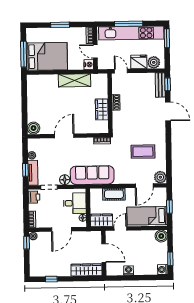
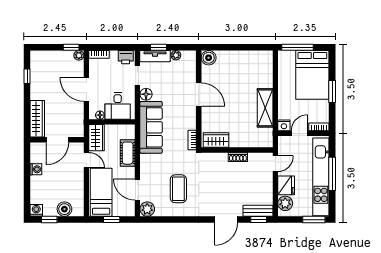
bed: (47, 56) -> (312, 75), moved
wardrobe: (102, 109) -> (216, 140), moved
boiler: (161, 236) -> (64, 209), moved

